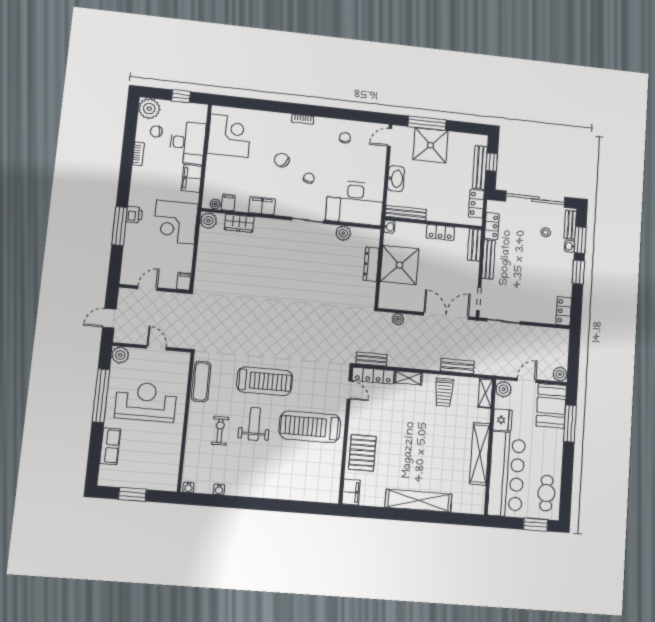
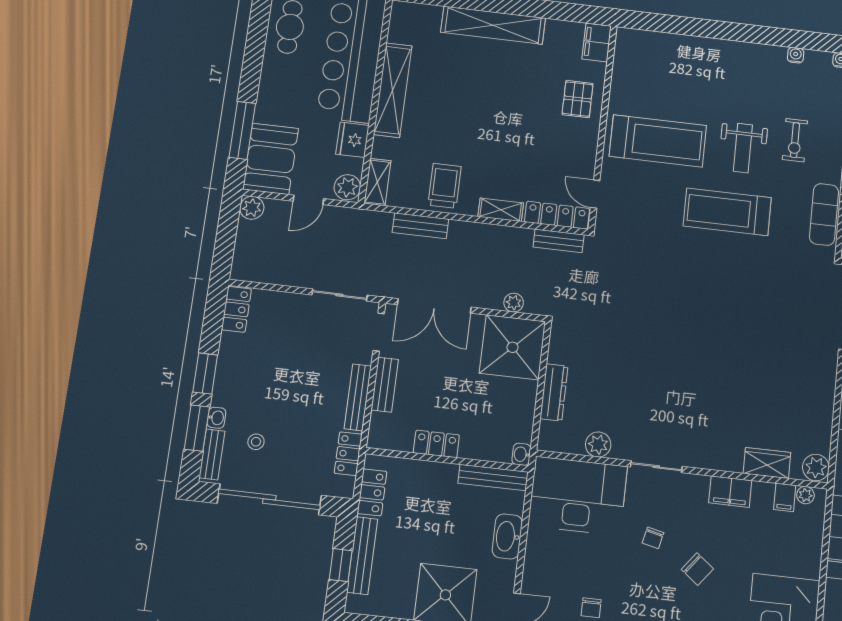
bench: (475, 245) -> (385, 385), moved
shower: (399, 265) -> (513, 347), moved
pallet: (362, 453) -> (578, 99), width x0.67, depth x0.71

